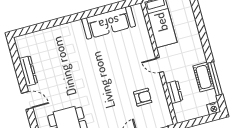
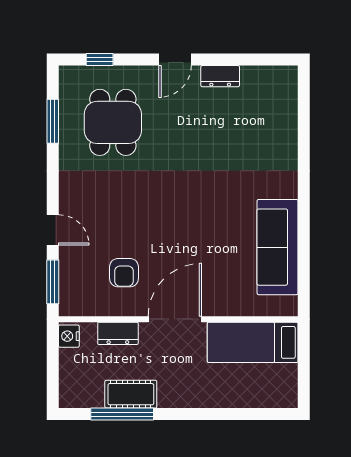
door: (159, 65) -> (175, 319), width x1.88
dresser: (28, 71) -> (220, 76), width x0.70
nightstand: (214, 108) -> (69, 336), moved

